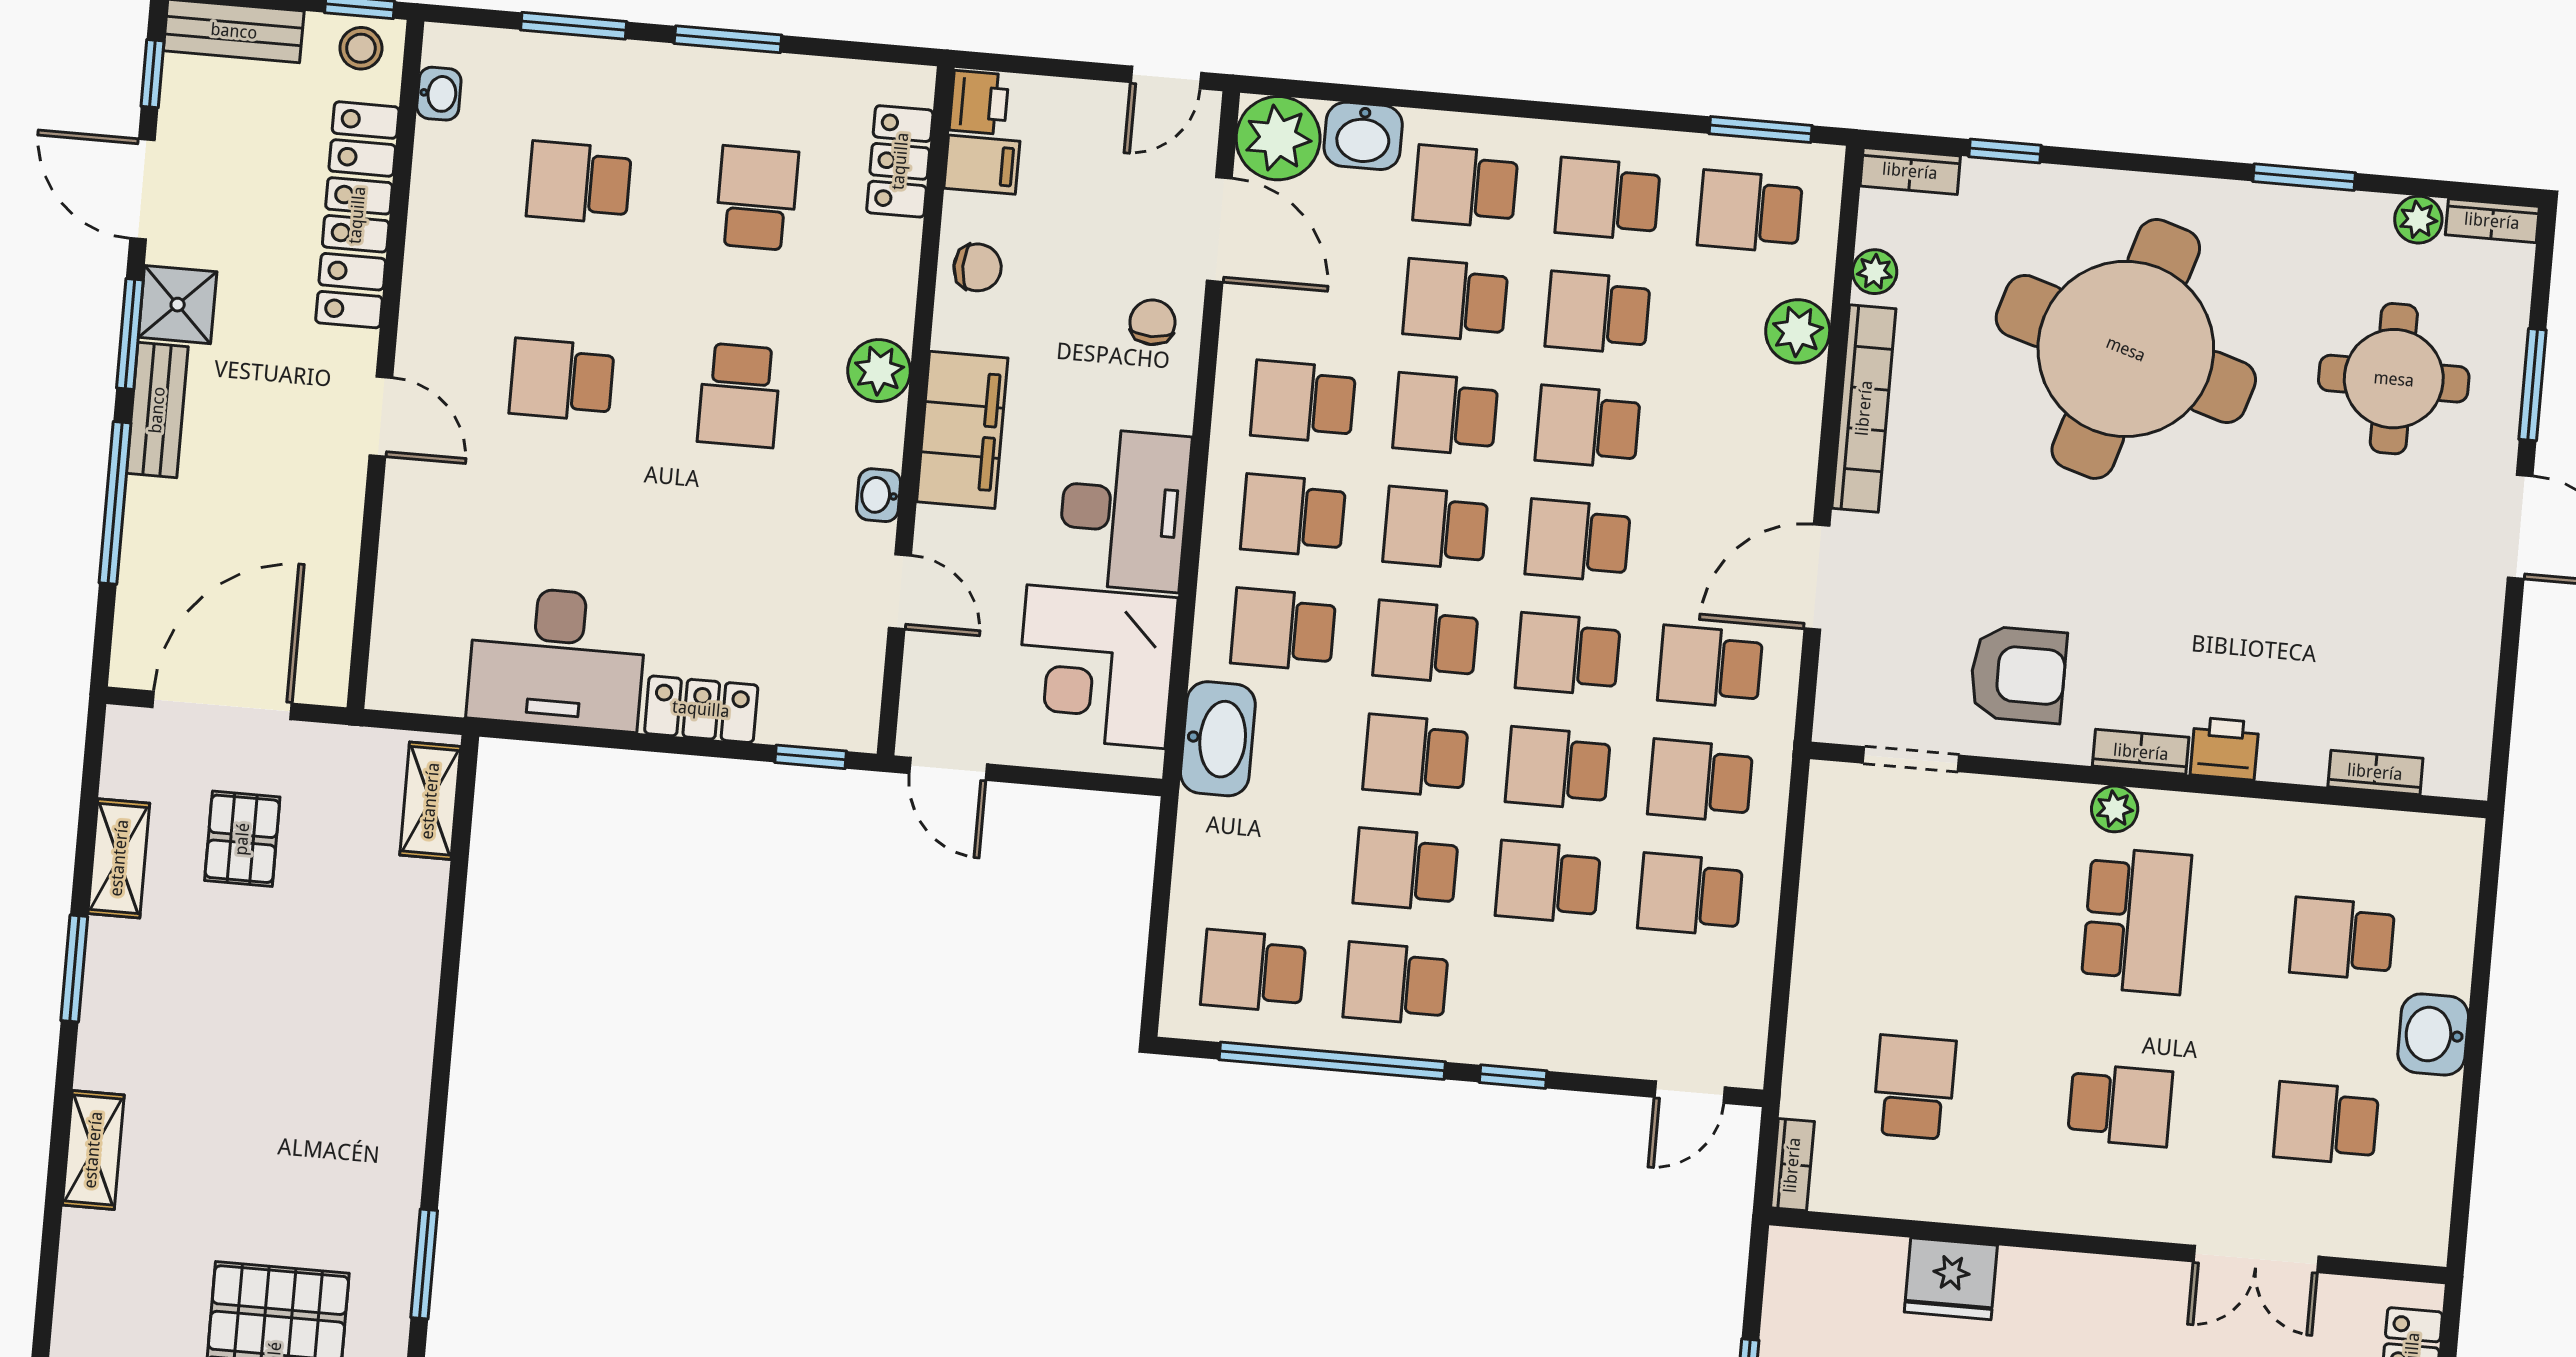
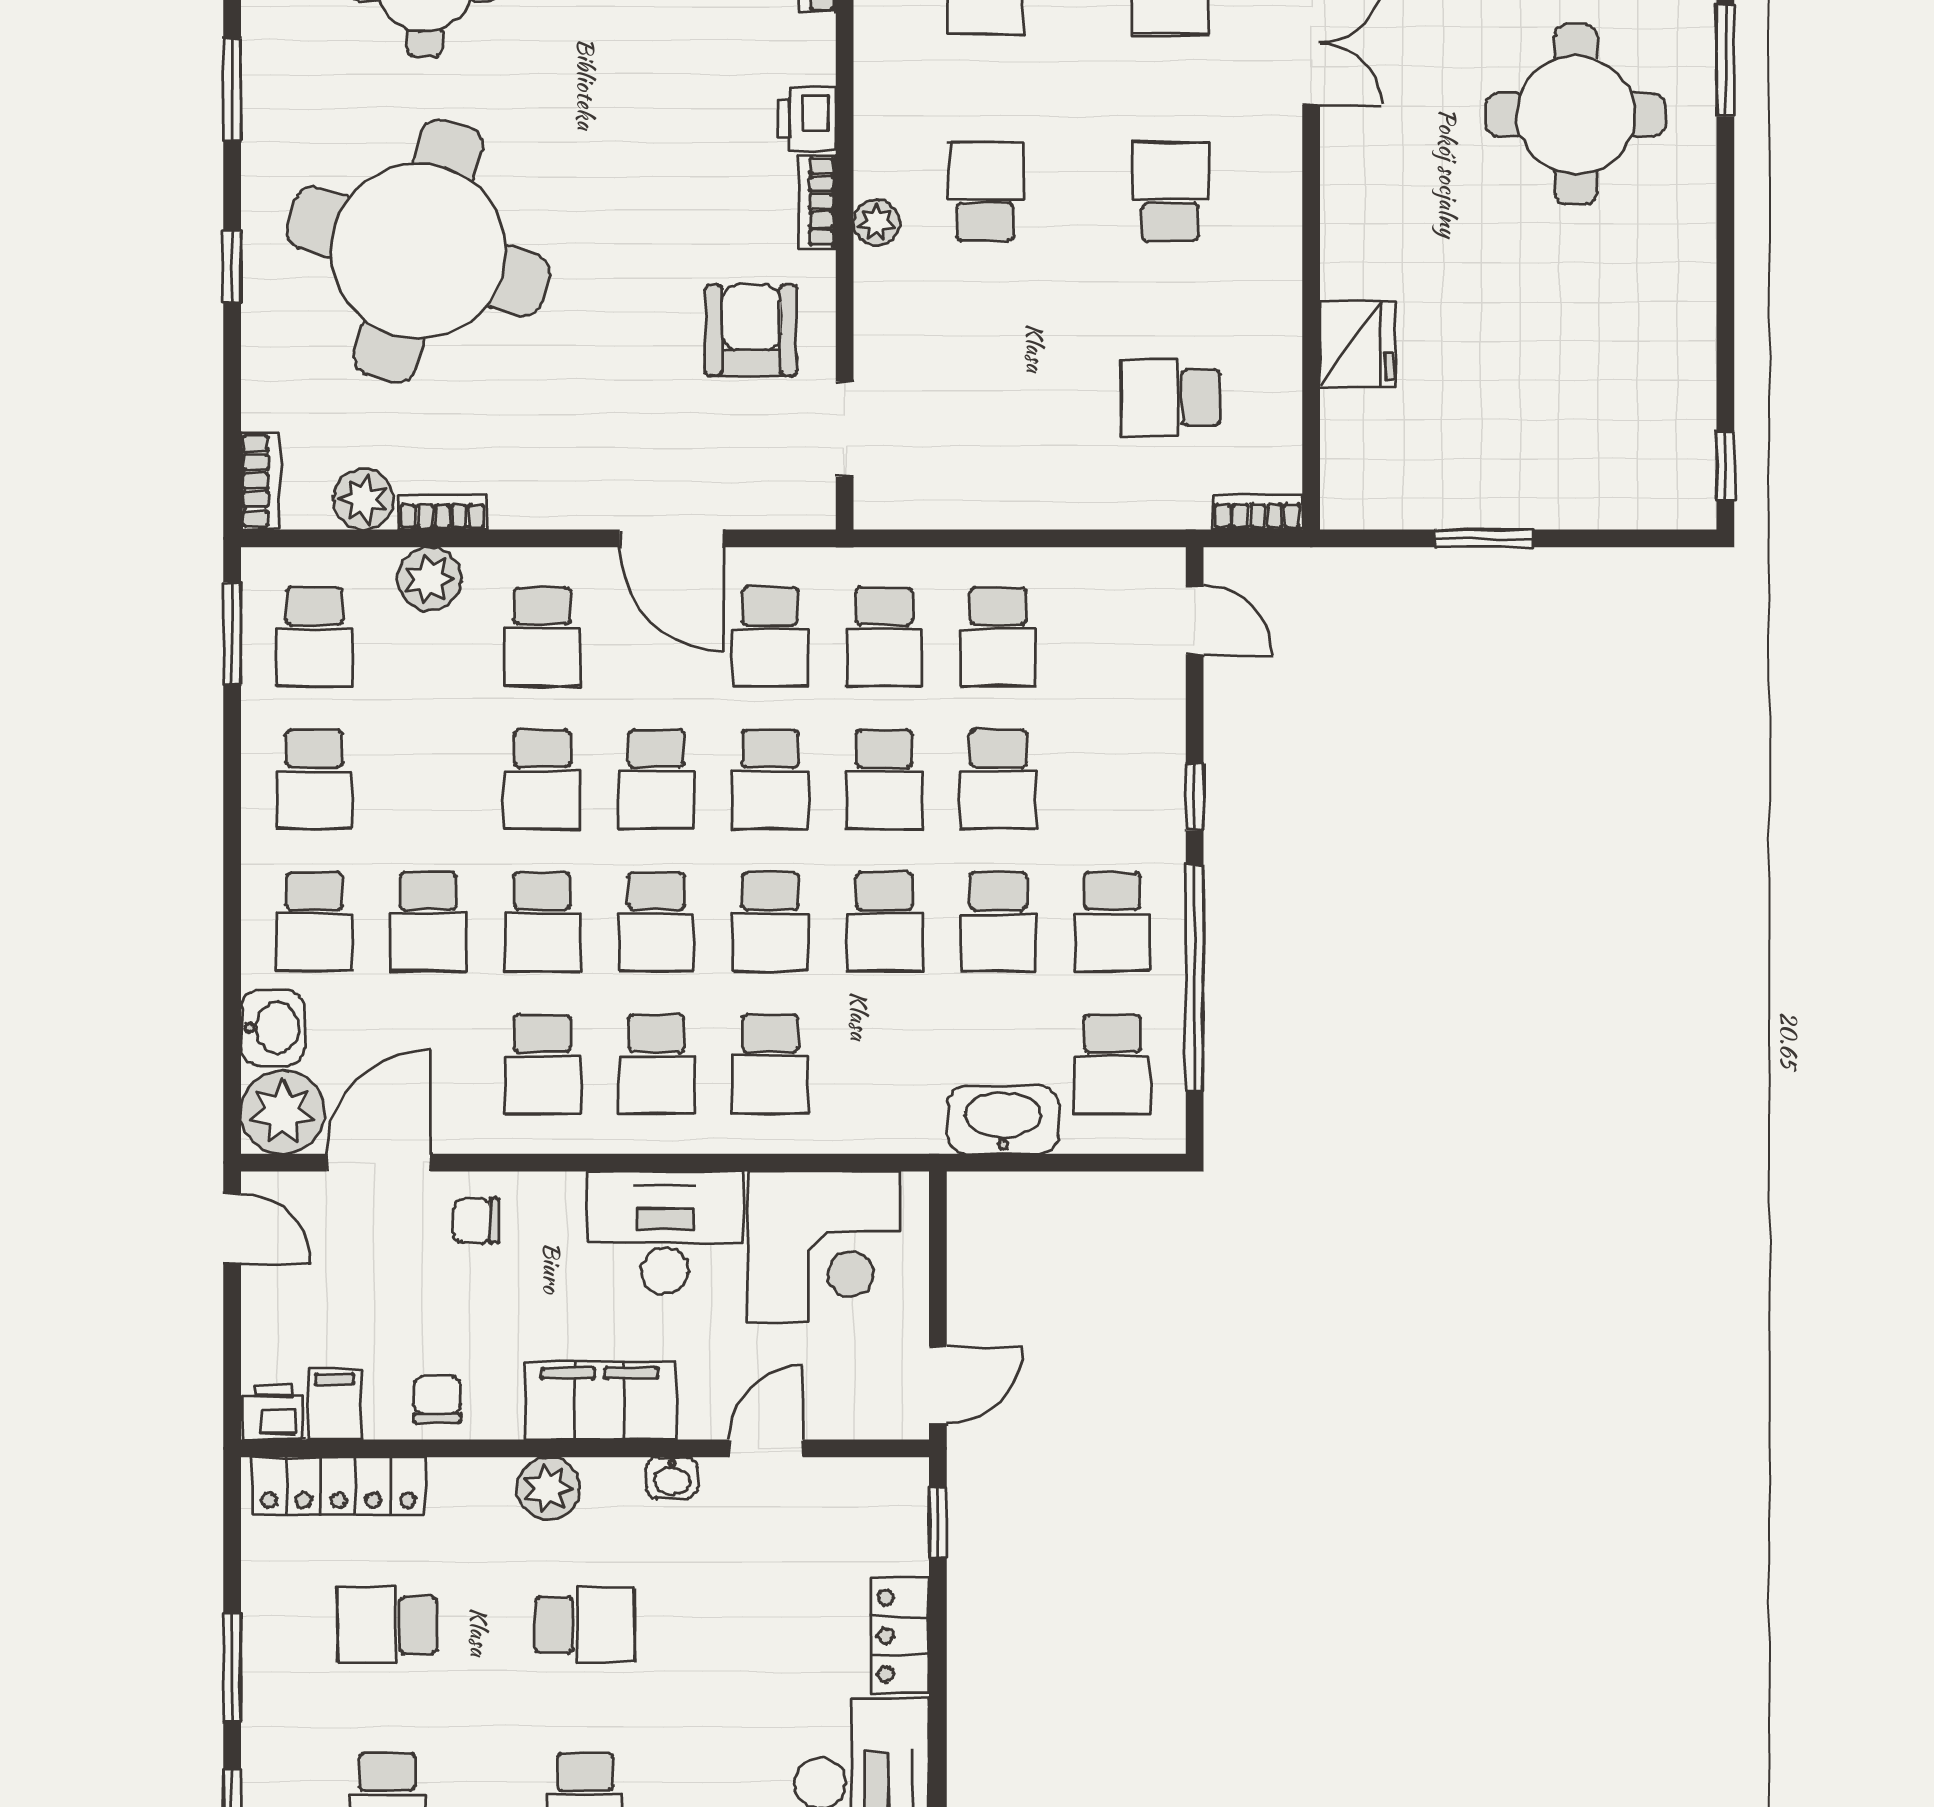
window: (2005, 151) -> (232, 267), moved
locker: (900, 161) -> (338, 1486), width x1.53
plant: (1875, 272) -> (363, 499), width x1.38, depth x1.38
school desk: (1598, 313) -> (542, 637), moved
bookcase: (1864, 408) -> (442, 512), width x0.43, depth x0.76
washbasin: (1218, 739) -> (1003, 1120), moved
school desk: (2136, 921) -> (986, 191), width x0.54

